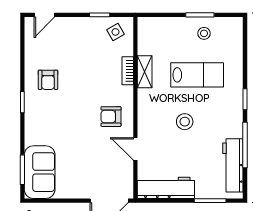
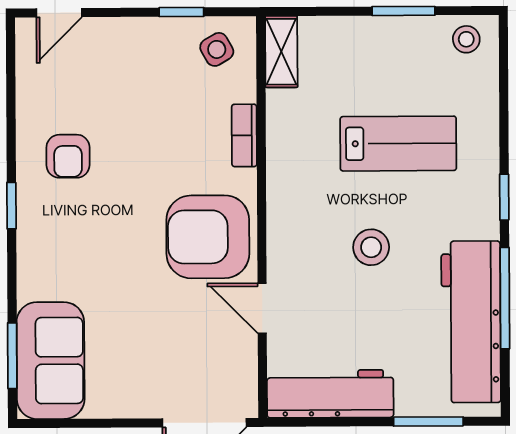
stool: (204, 33) -> (466, 39), moved
shelving: (145, 72) -> (281, 52), moved
armchair: (111, 117) -> (208, 237), width x1.88, depth x1.88
workbench: (233, 165) -> (471, 322), width x1.36, depth x1.32

